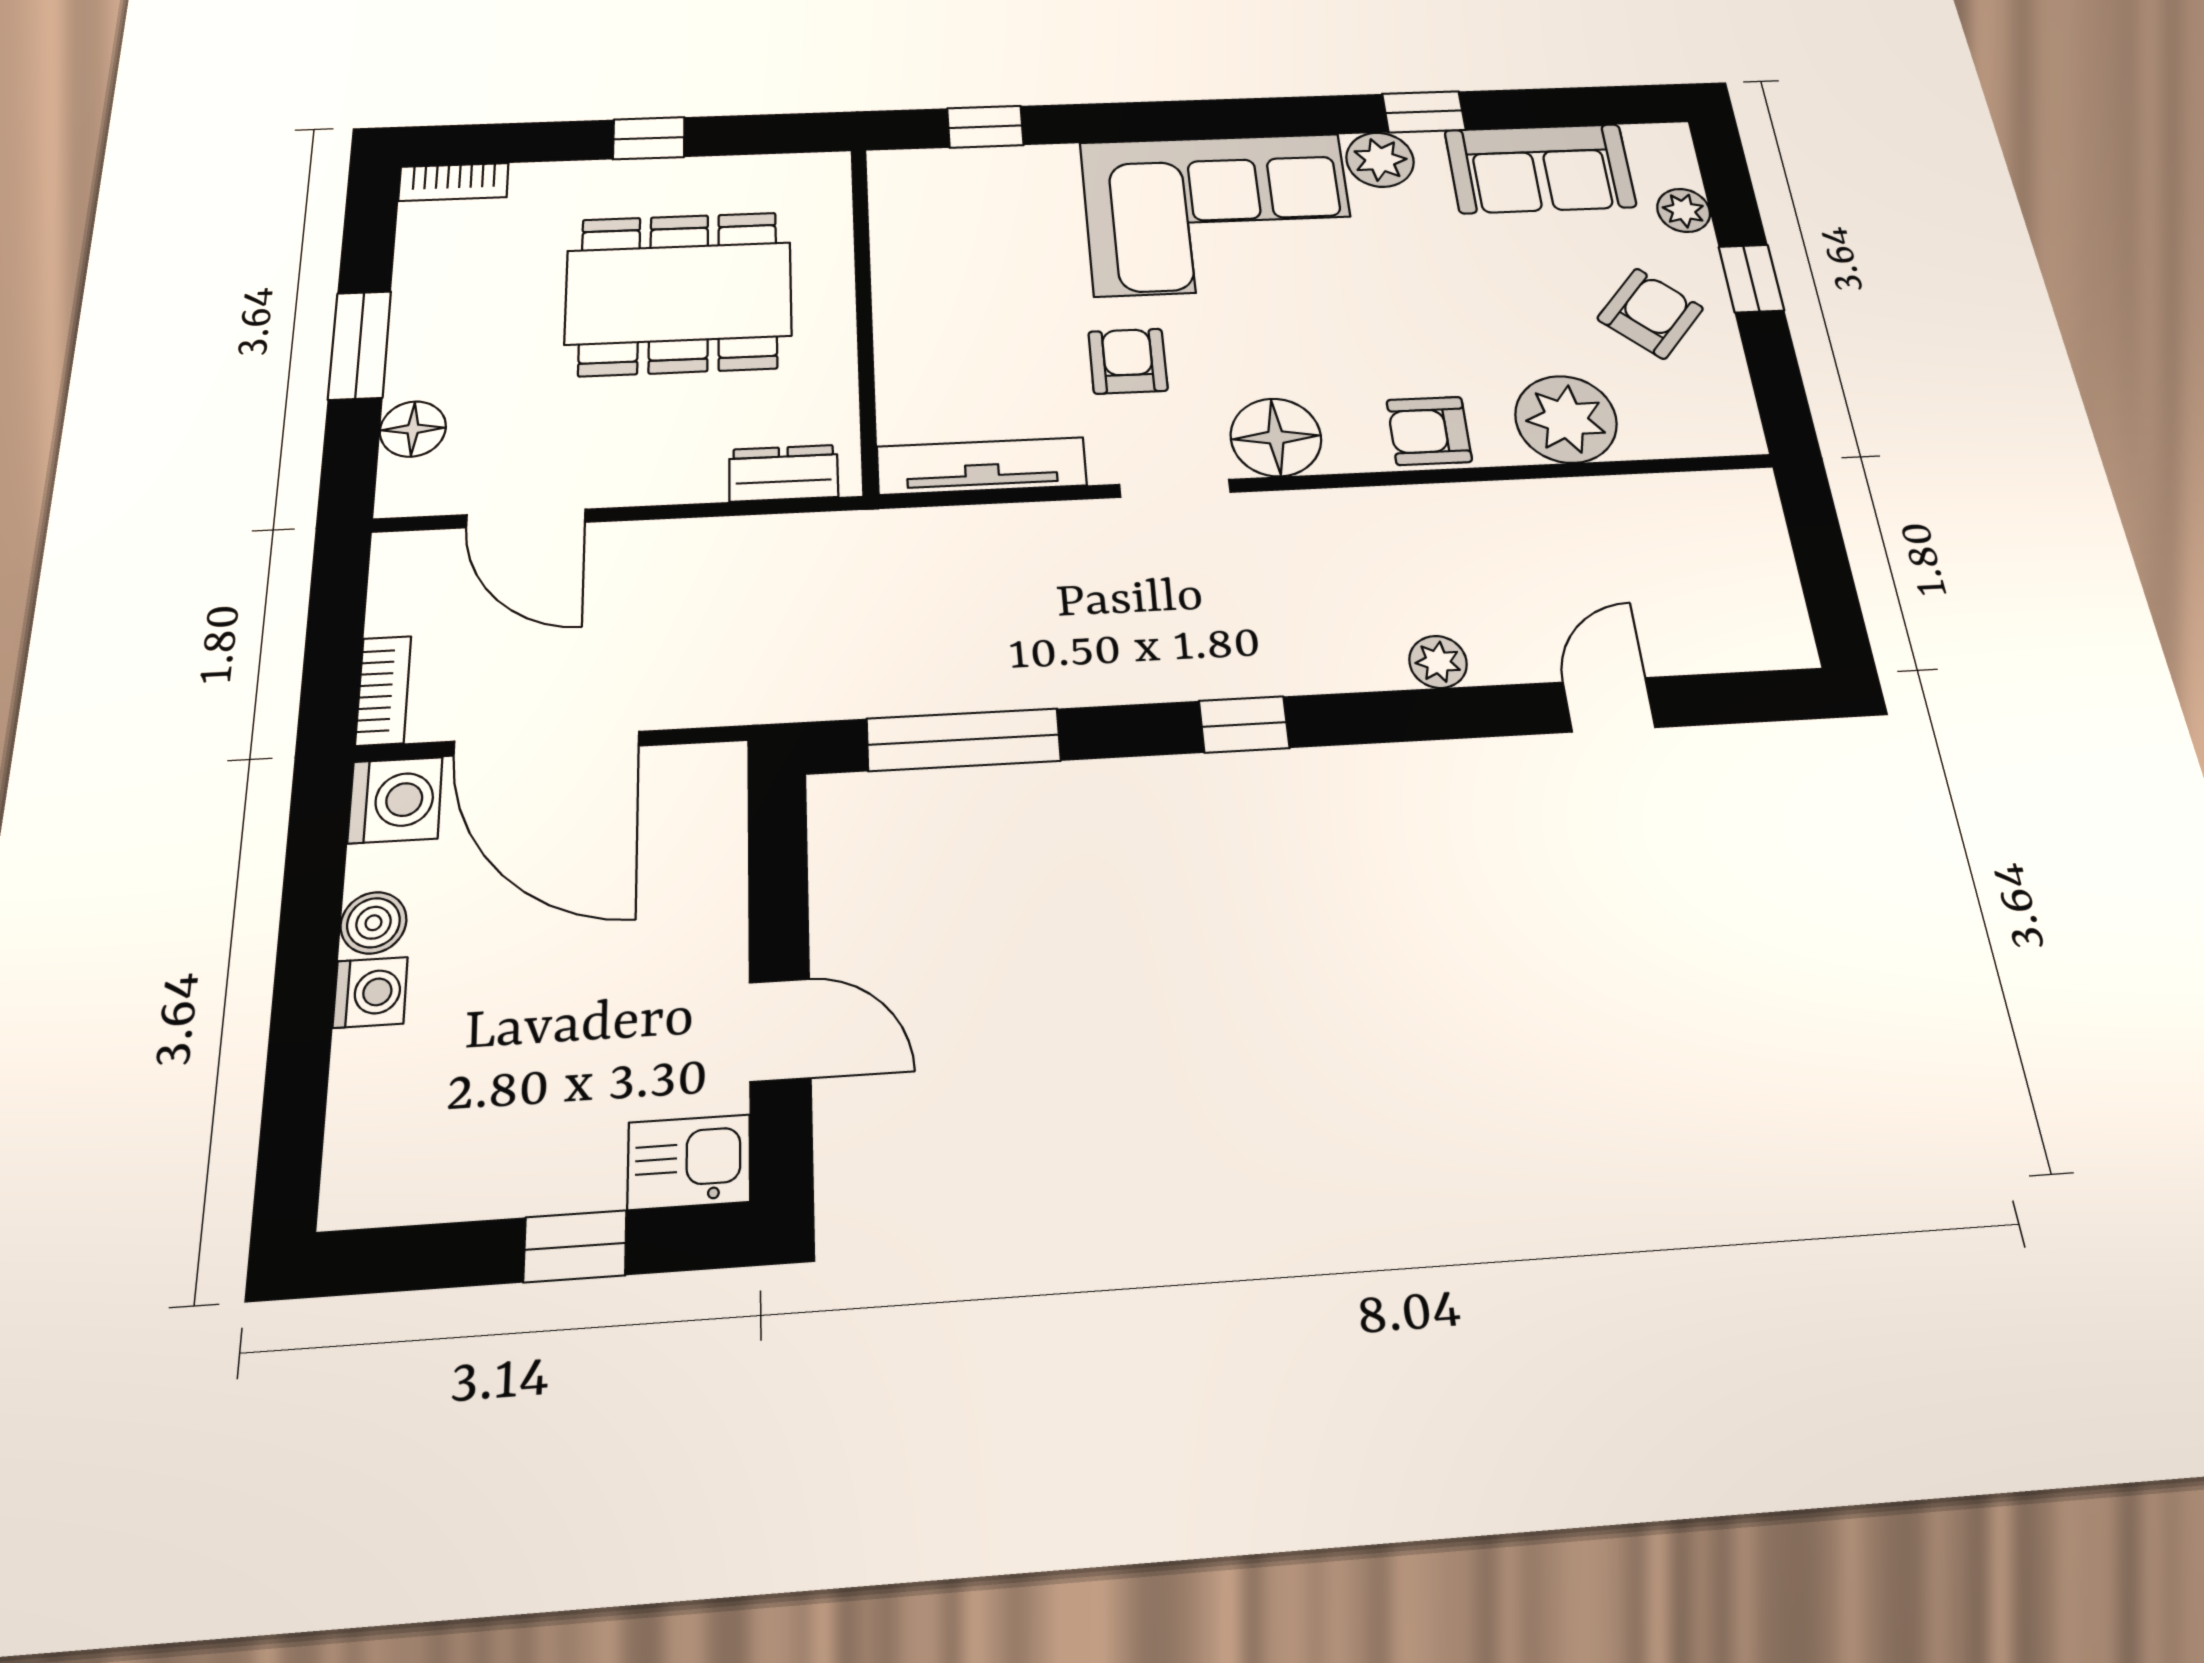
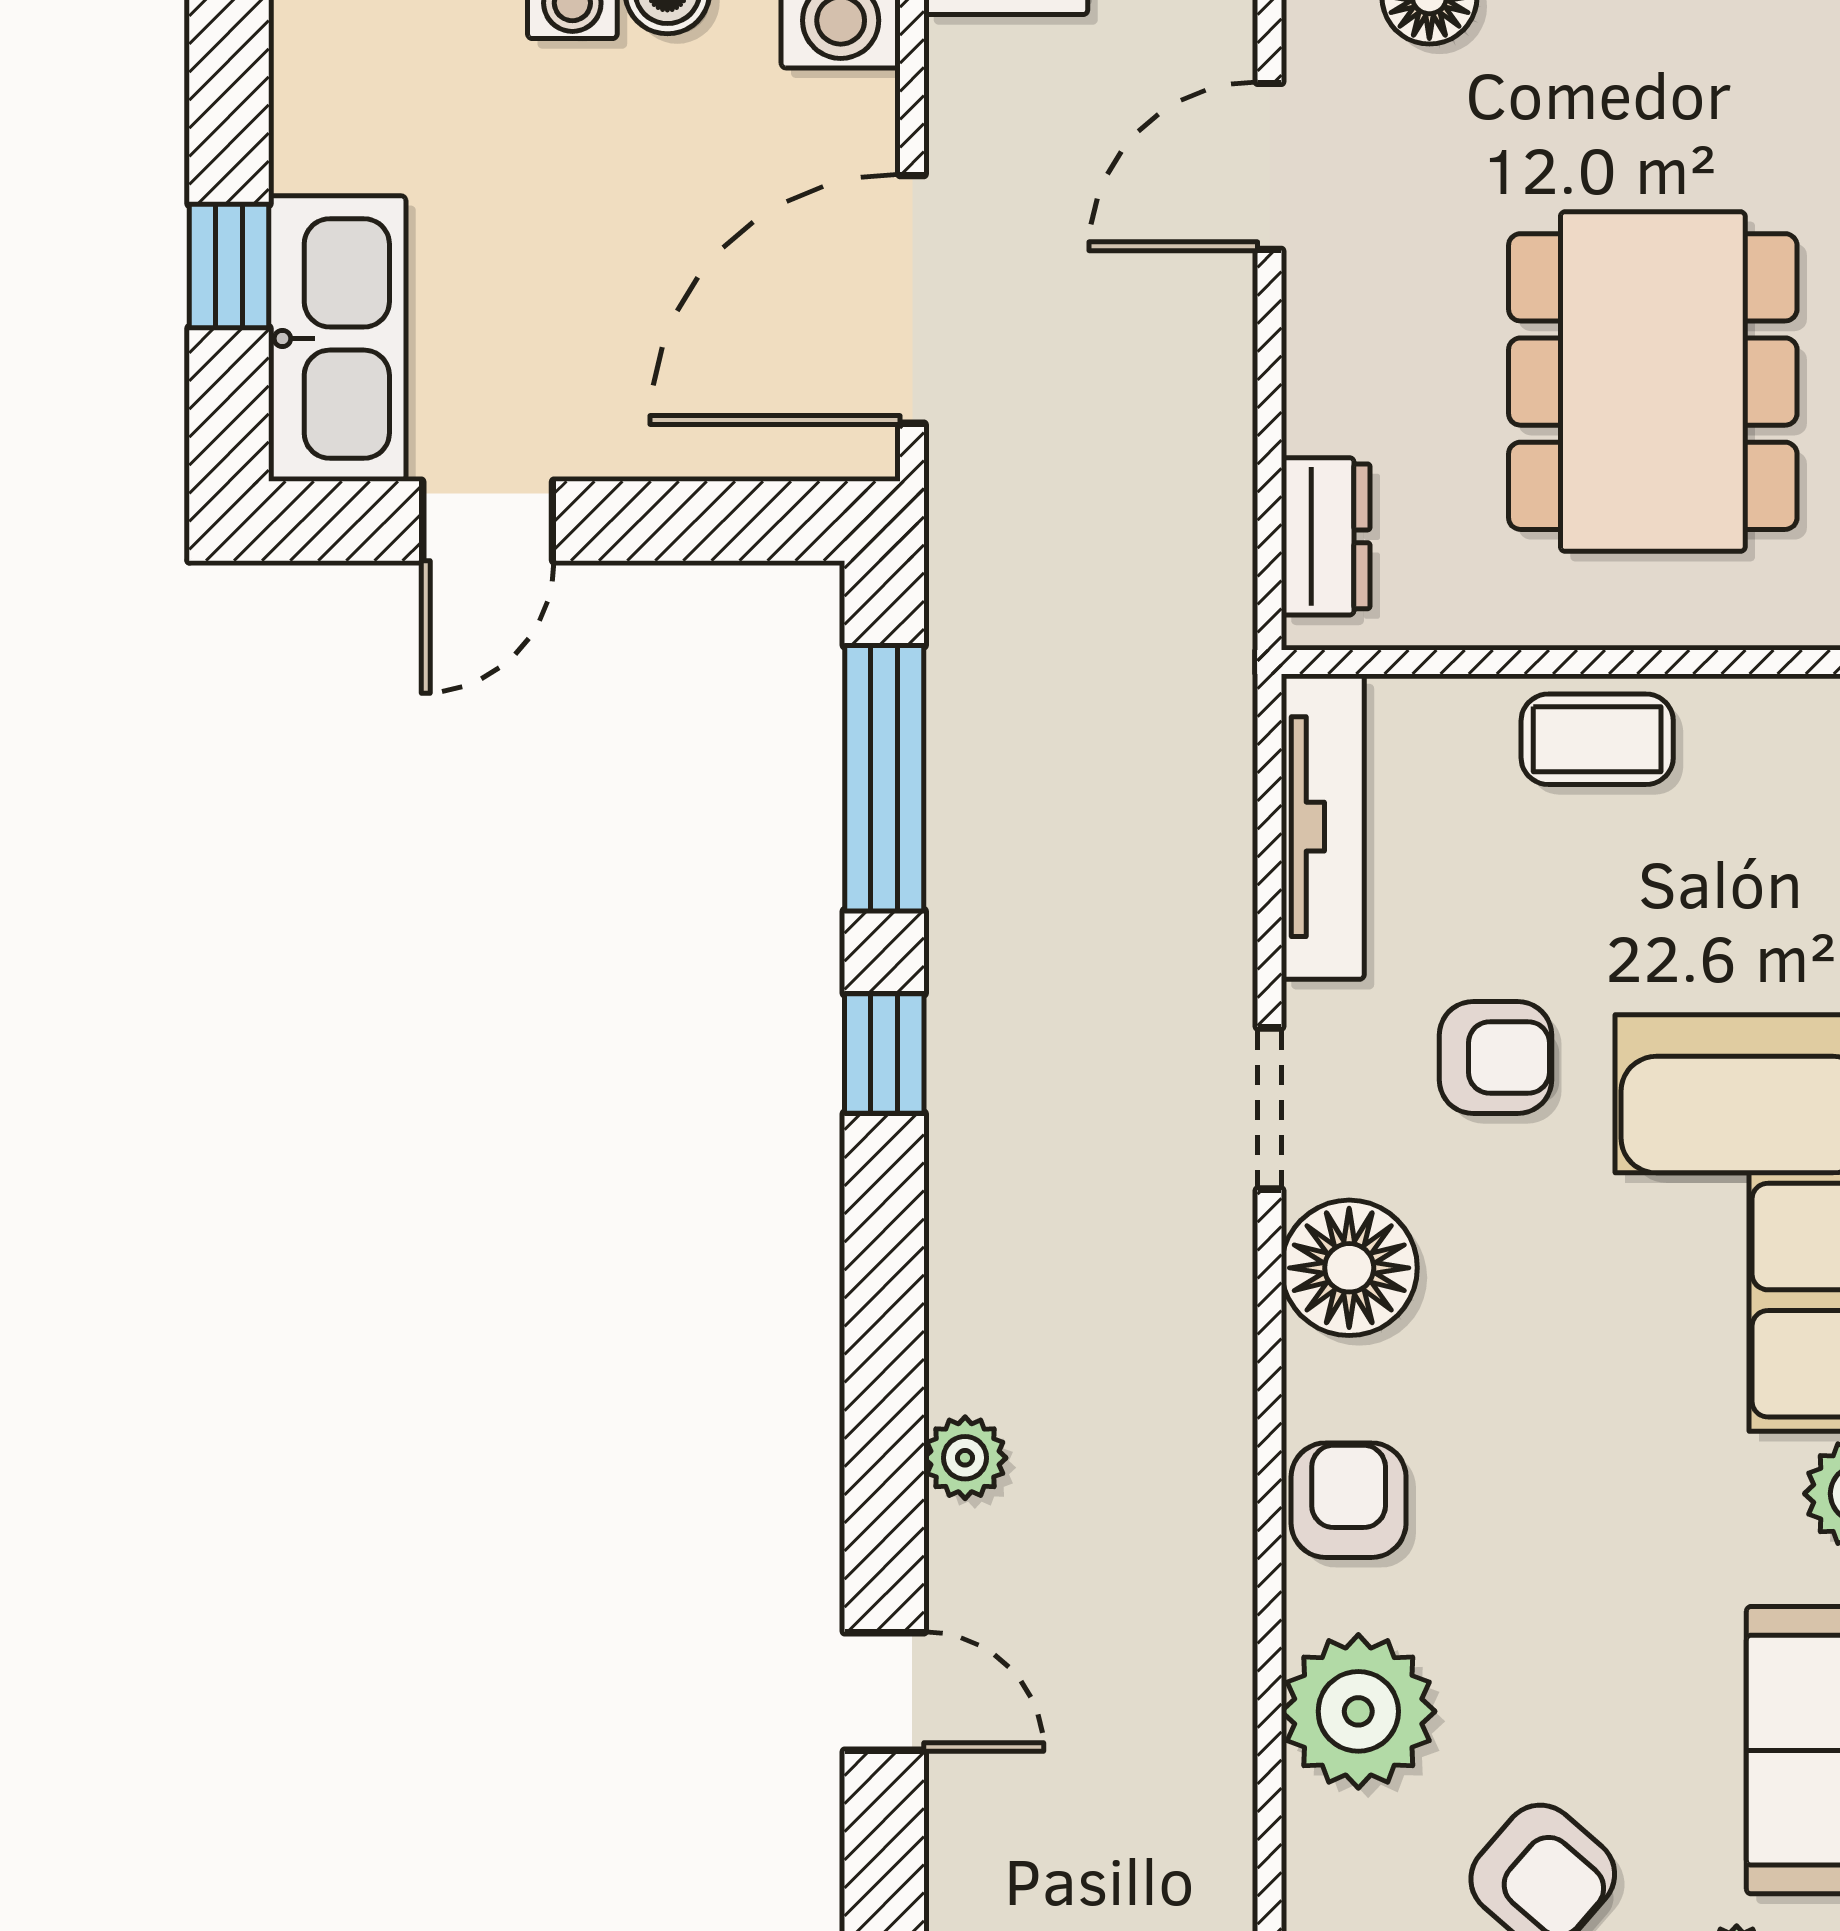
coffee table: (915, 314) -> (1597, 739), added
window: (1244, 724) -> (884, 1053), moved
door: (547, 744) -> (912, 299), moved
kitchen sink: (689, 1162) -> (337, 339), width x1.88, depth x1.24

